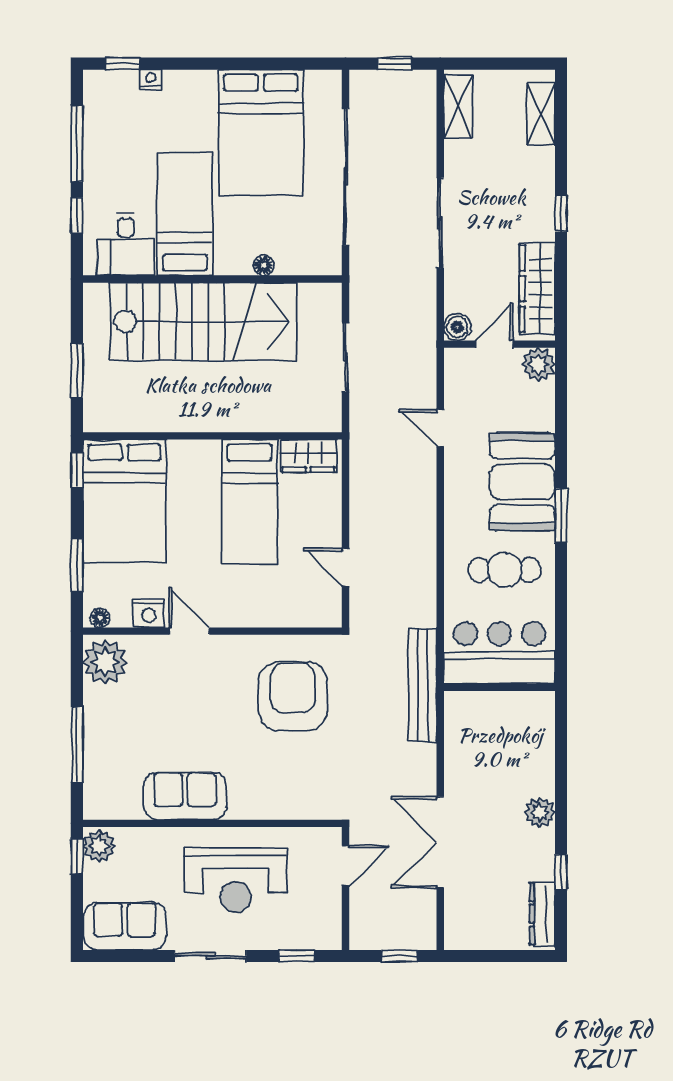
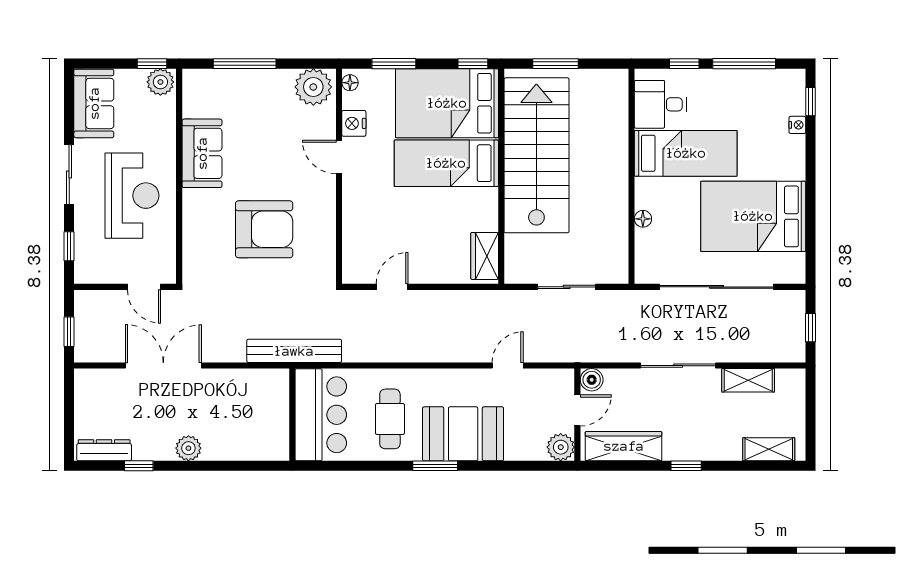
shelving: (458, 106) -> (748, 380), moved
stairs: (204, 321) -> (536, 155), moved, turned 180
door: (494, 344) -> (577, 410), hinge flipped
bed: (249, 502) -> (446, 163), moved
door: (189, 631) -> (339, 157), swing flipped
armchair: (293, 696) -> (264, 229), moved
reception desk: (236, 880) -> (132, 196), turned 180

